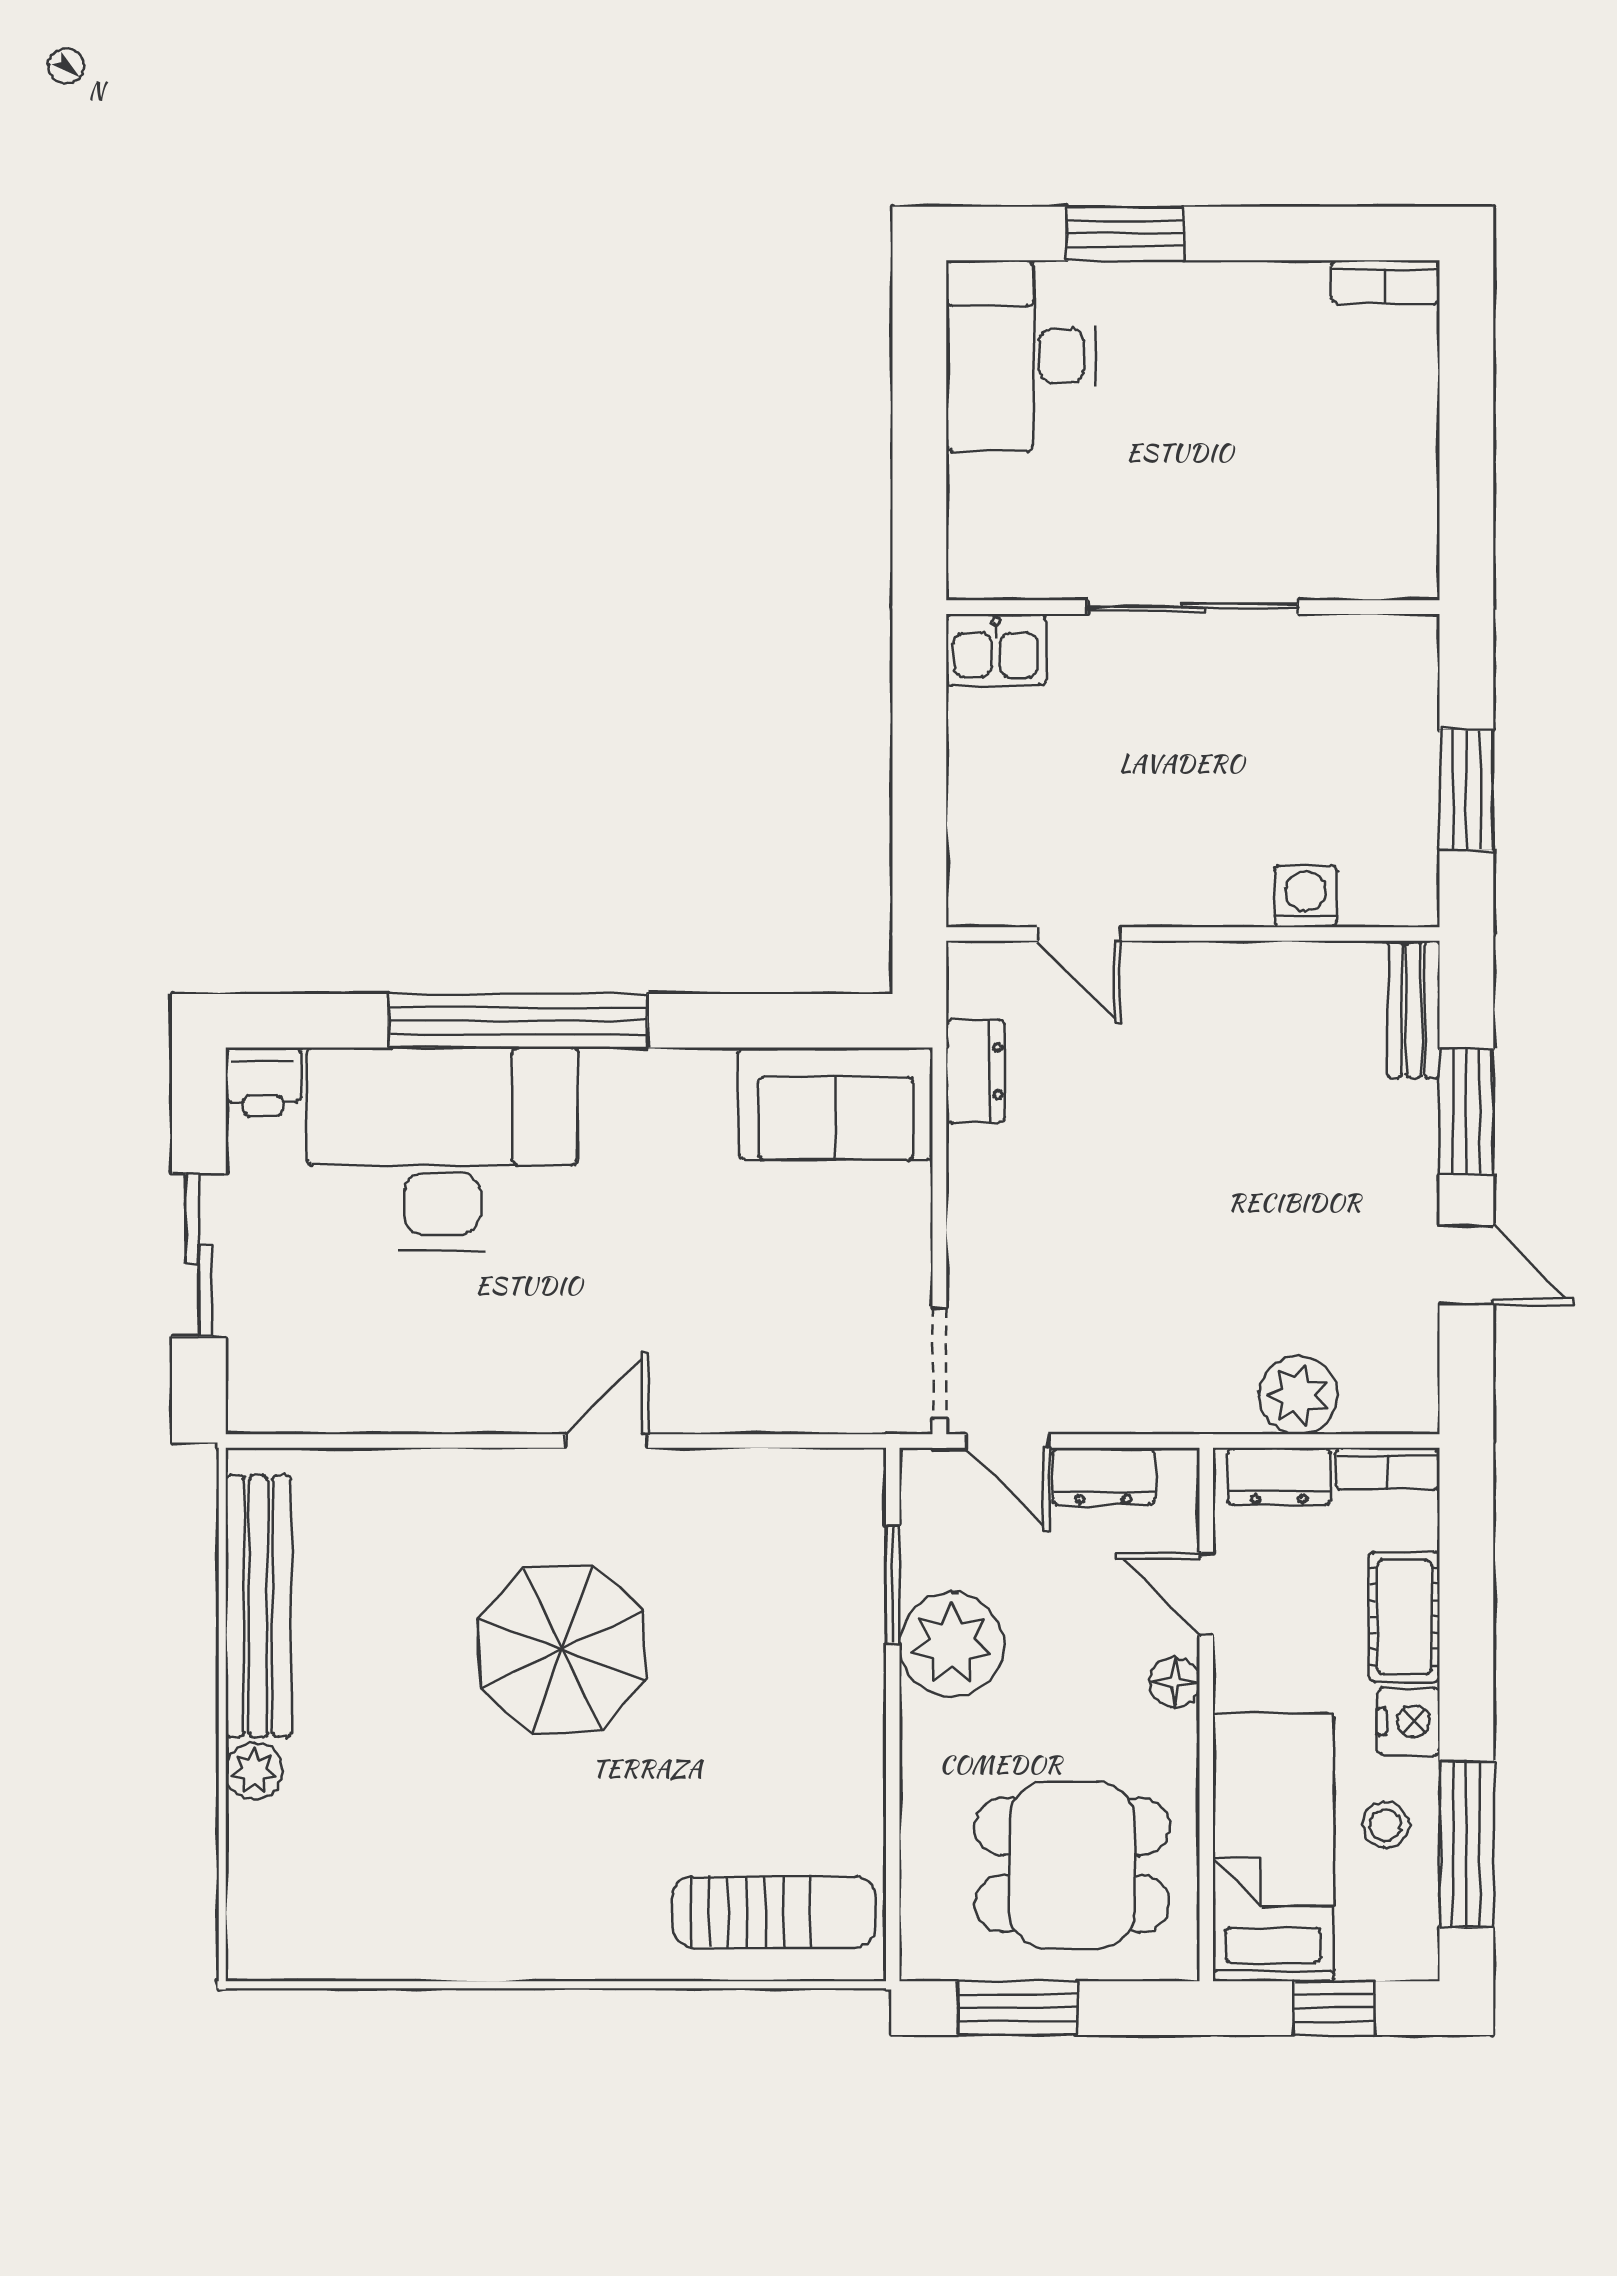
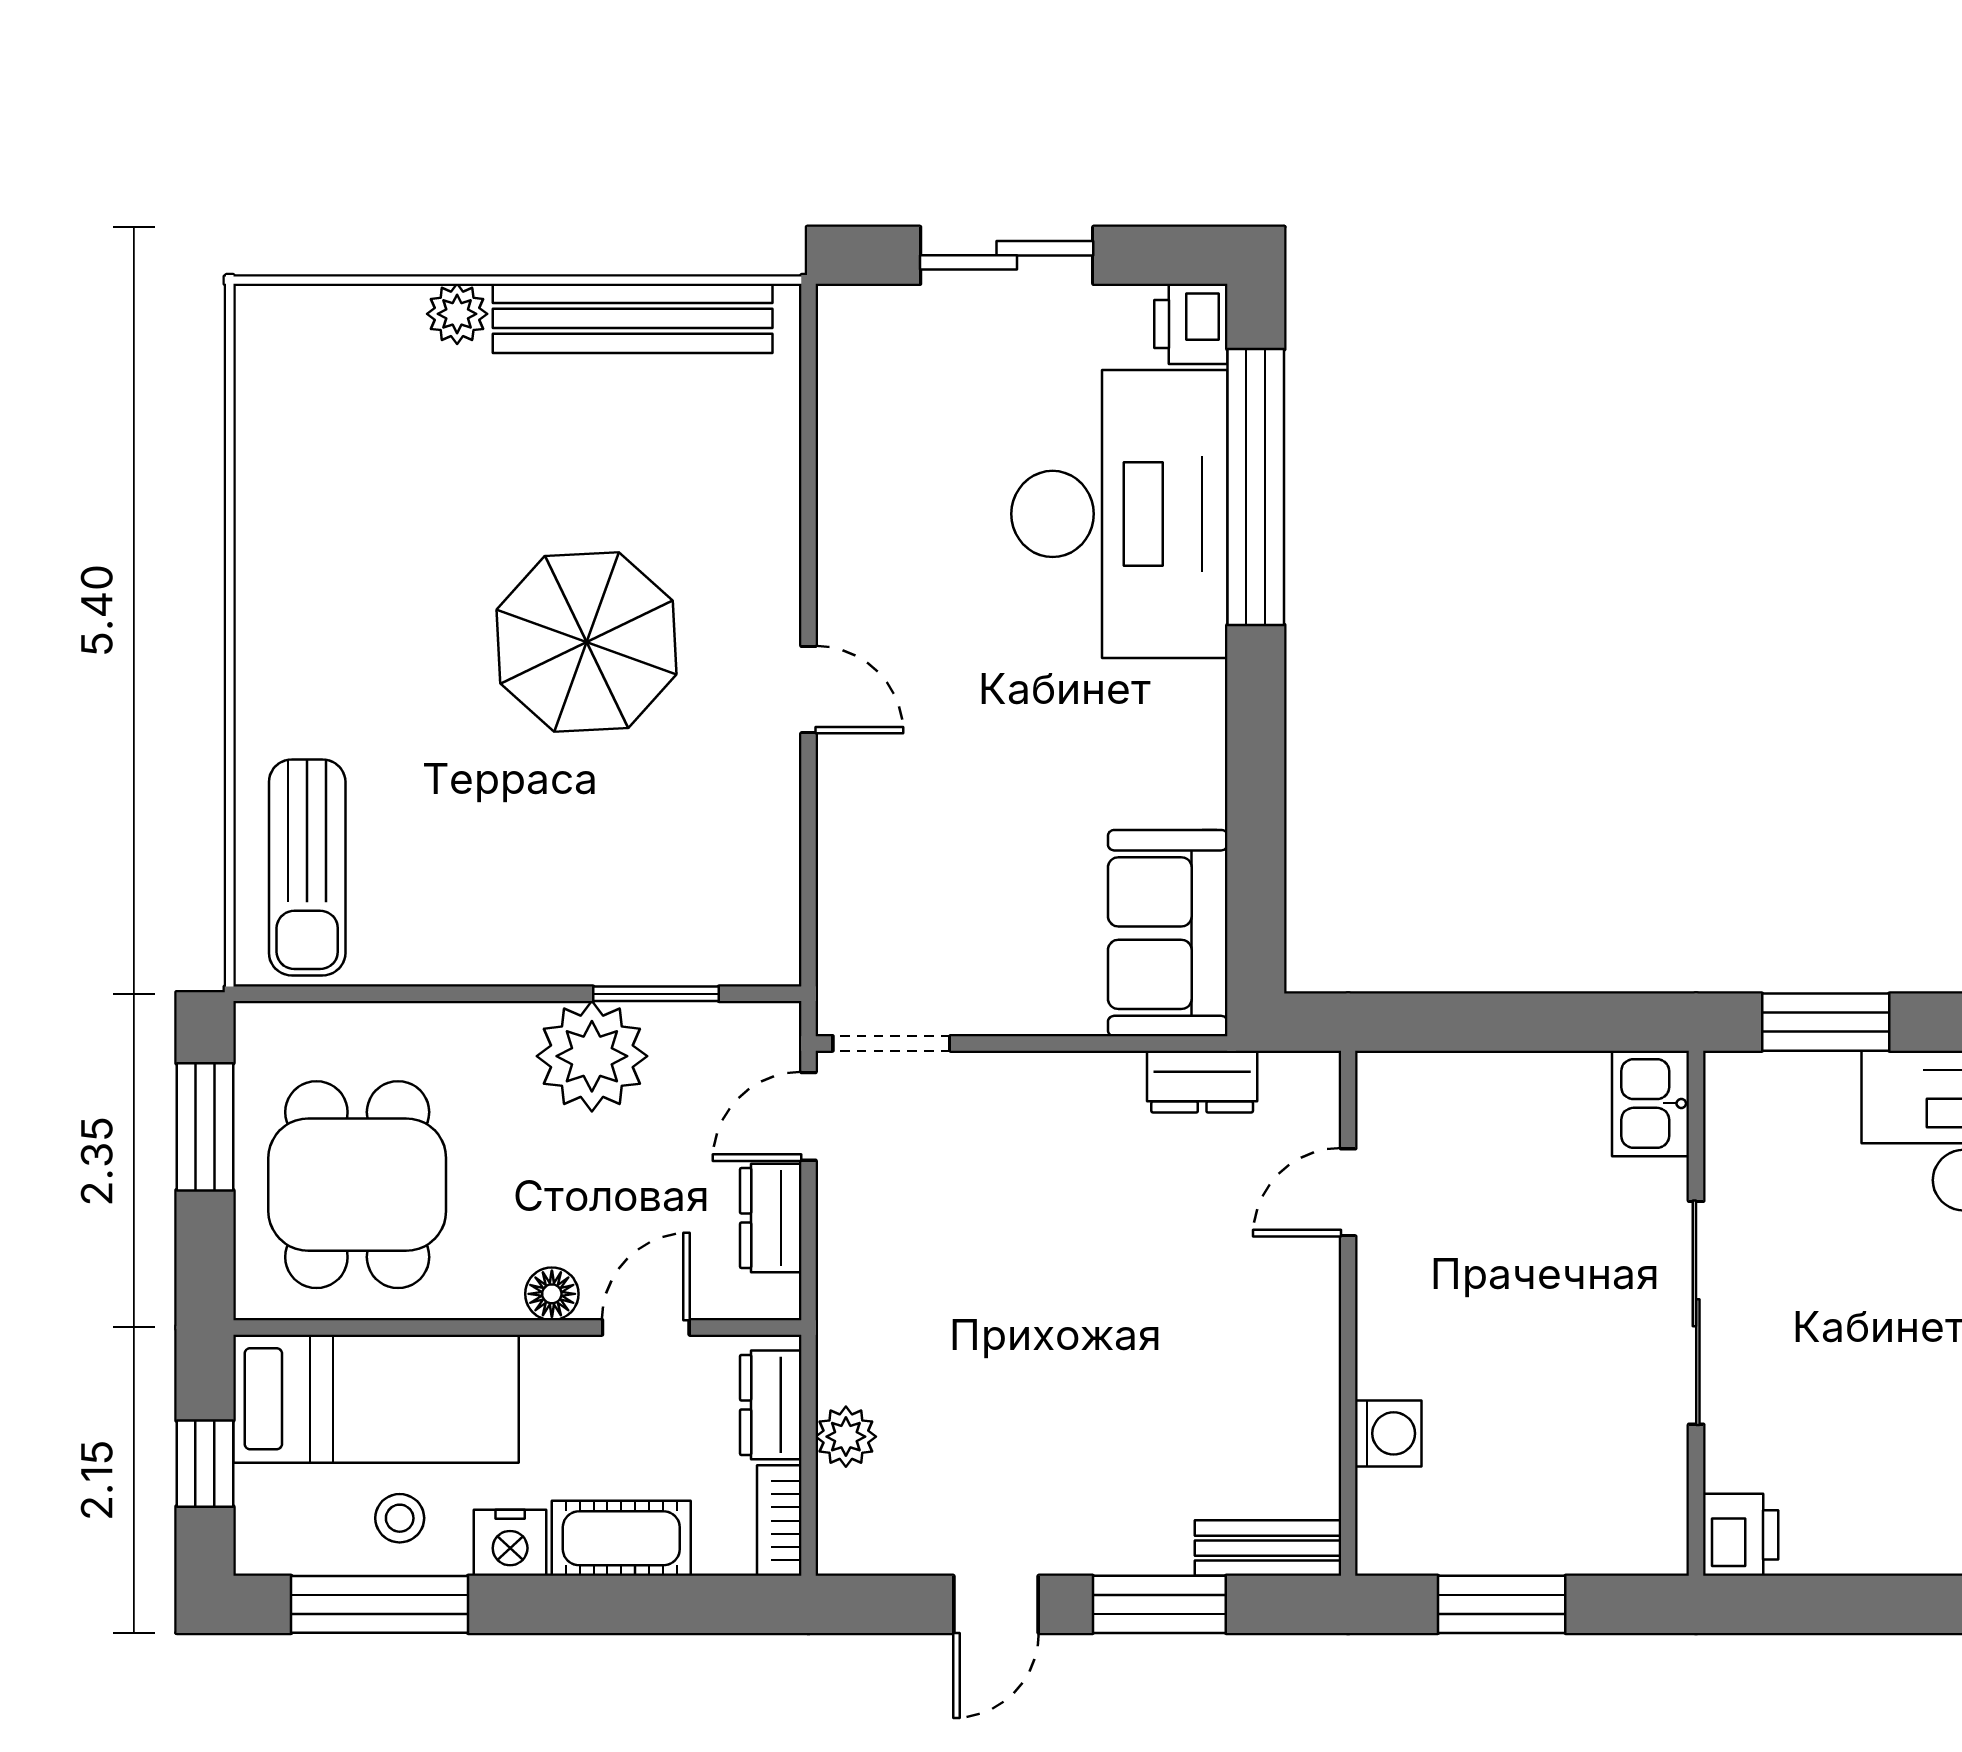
window: (919, 485) -> (1826, 1022), added
printer: (1401, 565) -> (1741, 1535), added
window: (518, 1021) -> (1256, 487), moved
plant: (1298, 1395) -> (846, 1437), width x0.73, depth x0.73

